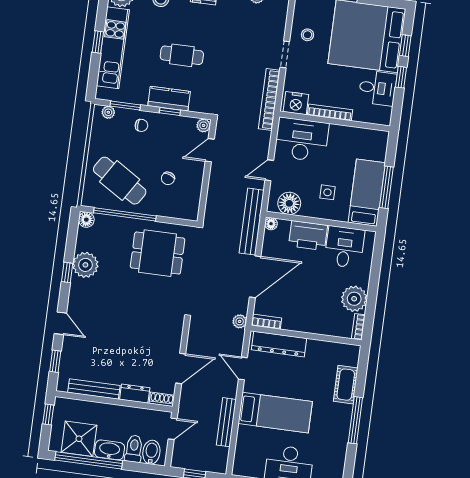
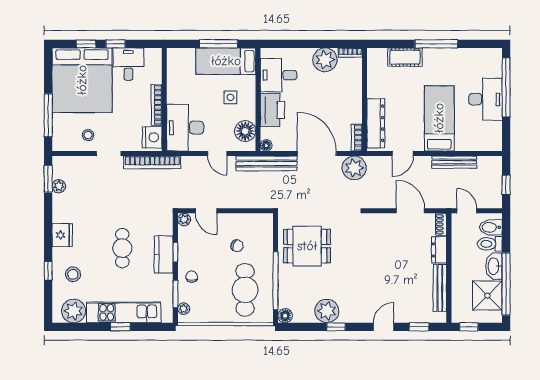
cafe table: (120, 181) -> (245, 290), turned -32
dining table: (158, 253) -> (307, 246), turned 90
plant: (240, 321) -> (354, 168), width x1.88, depth x1.88

